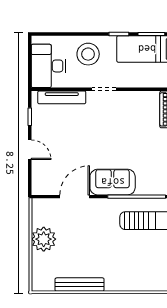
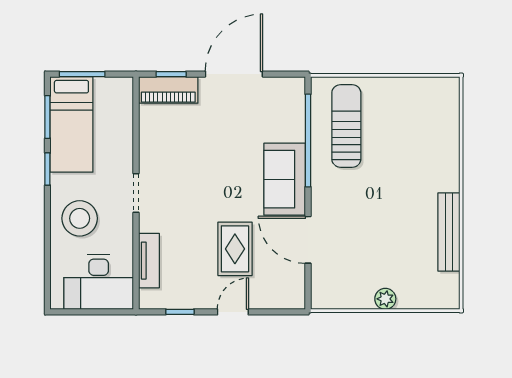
tv unit: (62, 97) -> (149, 261), width x0.71
rug: (69, 151) -> (235, 249), added
plant: (44, 239) -> (385, 299), width x0.53, depth x0.53

